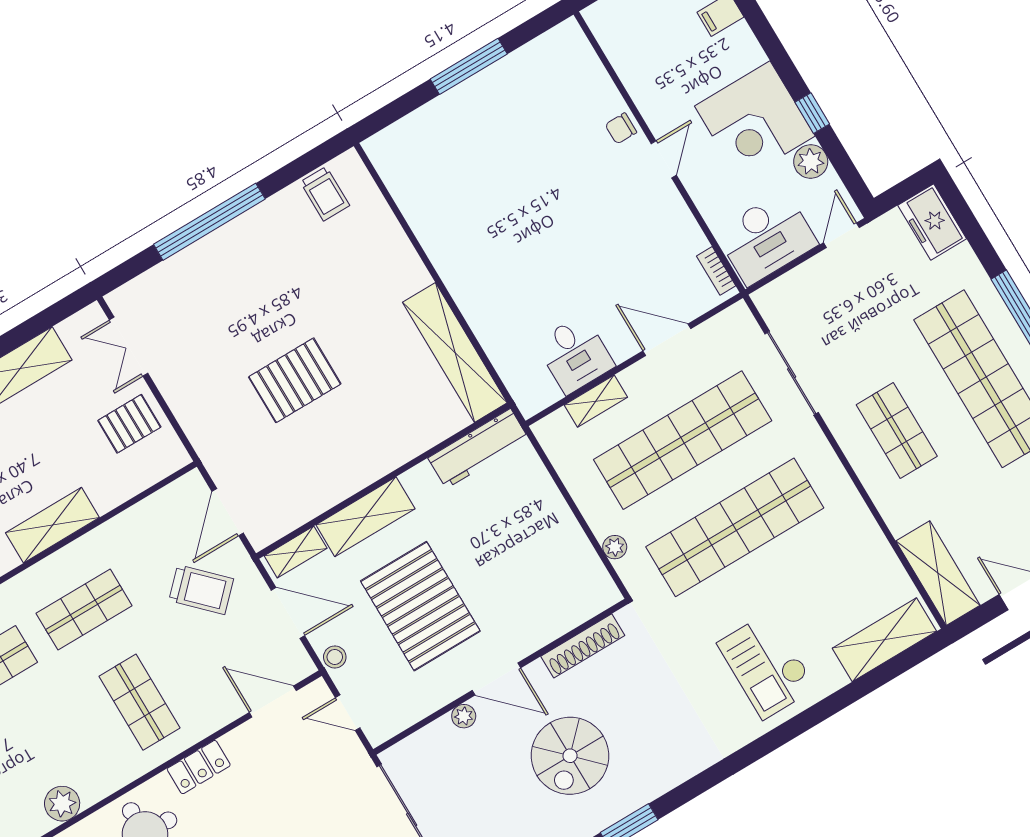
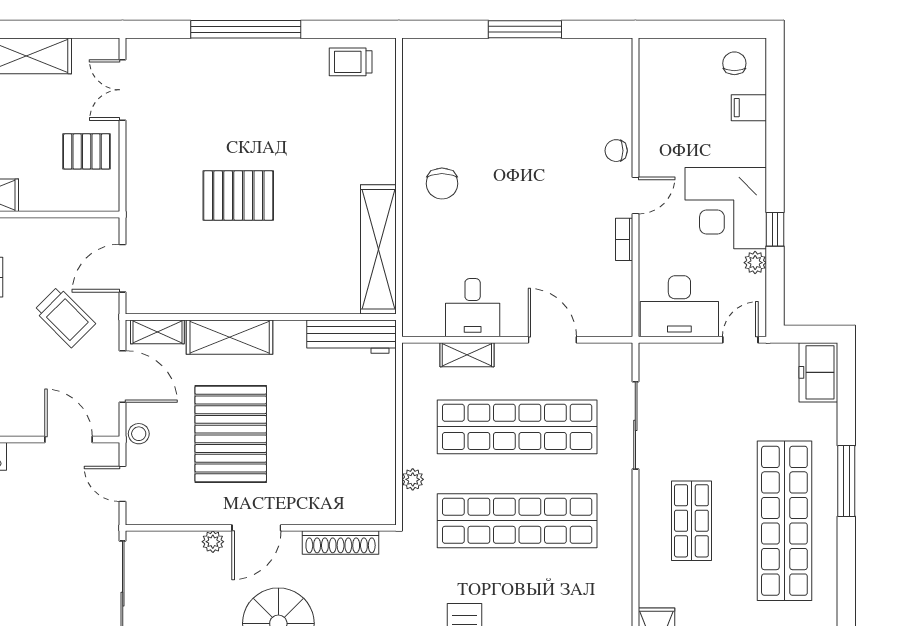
plant: (811, 161) -> (755, 263), width x0.73, depth x0.73
trolley: (325, 194) -> (351, 62), turned 90
chair: (477, 256) -> (442, 184), added
bookcase: (716, 271) -> (624, 239), moved
door: (496, 679) -> (256, 528), hinge flipped

